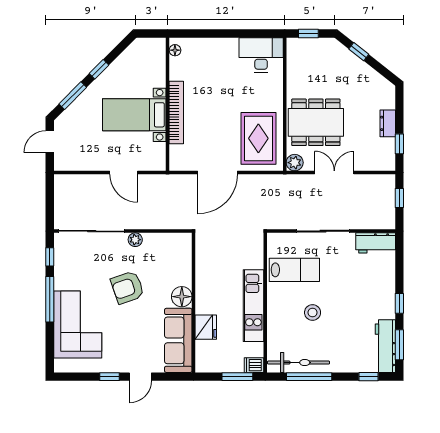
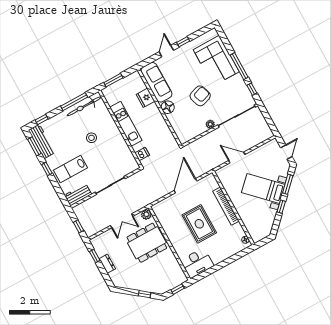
bed with nightstands: (134, 115) -> (263, 188), moved, turned -135
rug: (258, 138) -> (199, 224), moved
lab bench: (294, 270) -> (70, 169), moved
dishwasher: (254, 365) -> (142, 154), moved

